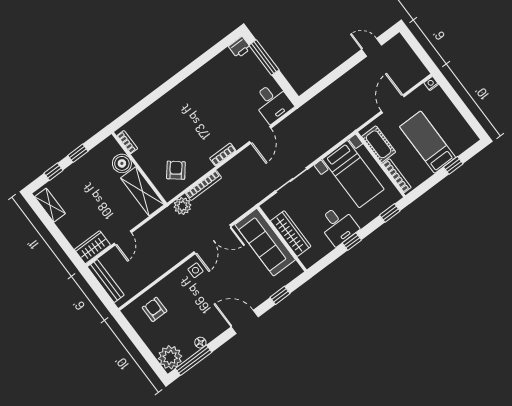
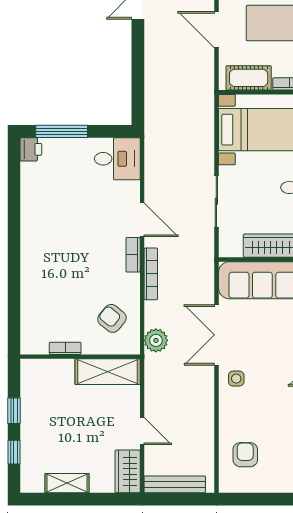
door: (260, 135) -> (142, 220), moved
bookcase: (127, 142) -> (65, 348), moved
boiler: (122, 163) -> (61, 371), removed
bookcase: (203, 185) -> (151, 274), moved
shelving: (50, 205) -> (67, 483), moved
double door: (212, 239) -> (216, 335), swing flipped
armchair: (155, 309) -> (245, 455), turned 90

